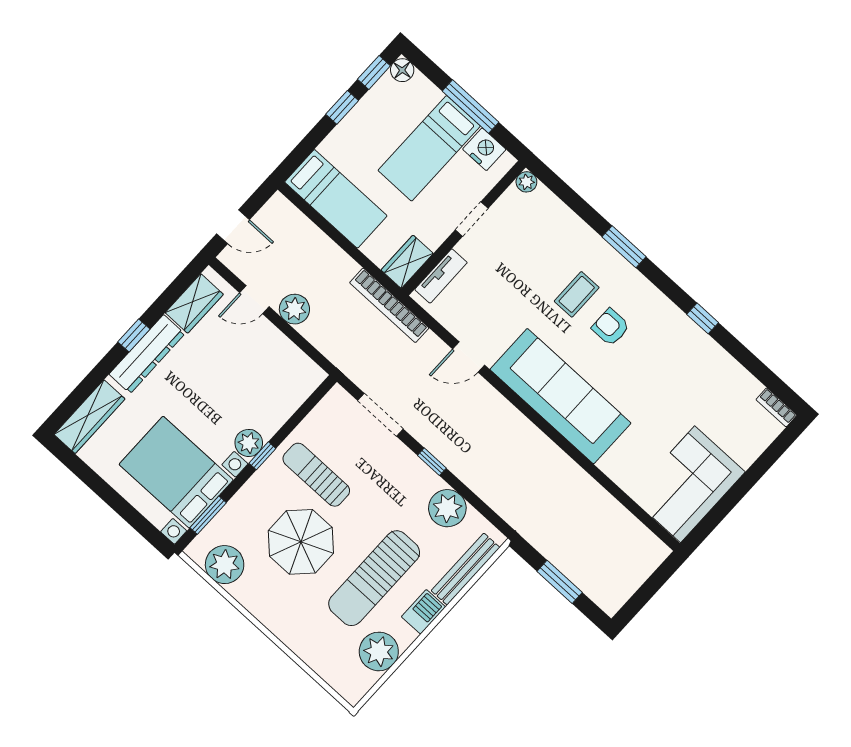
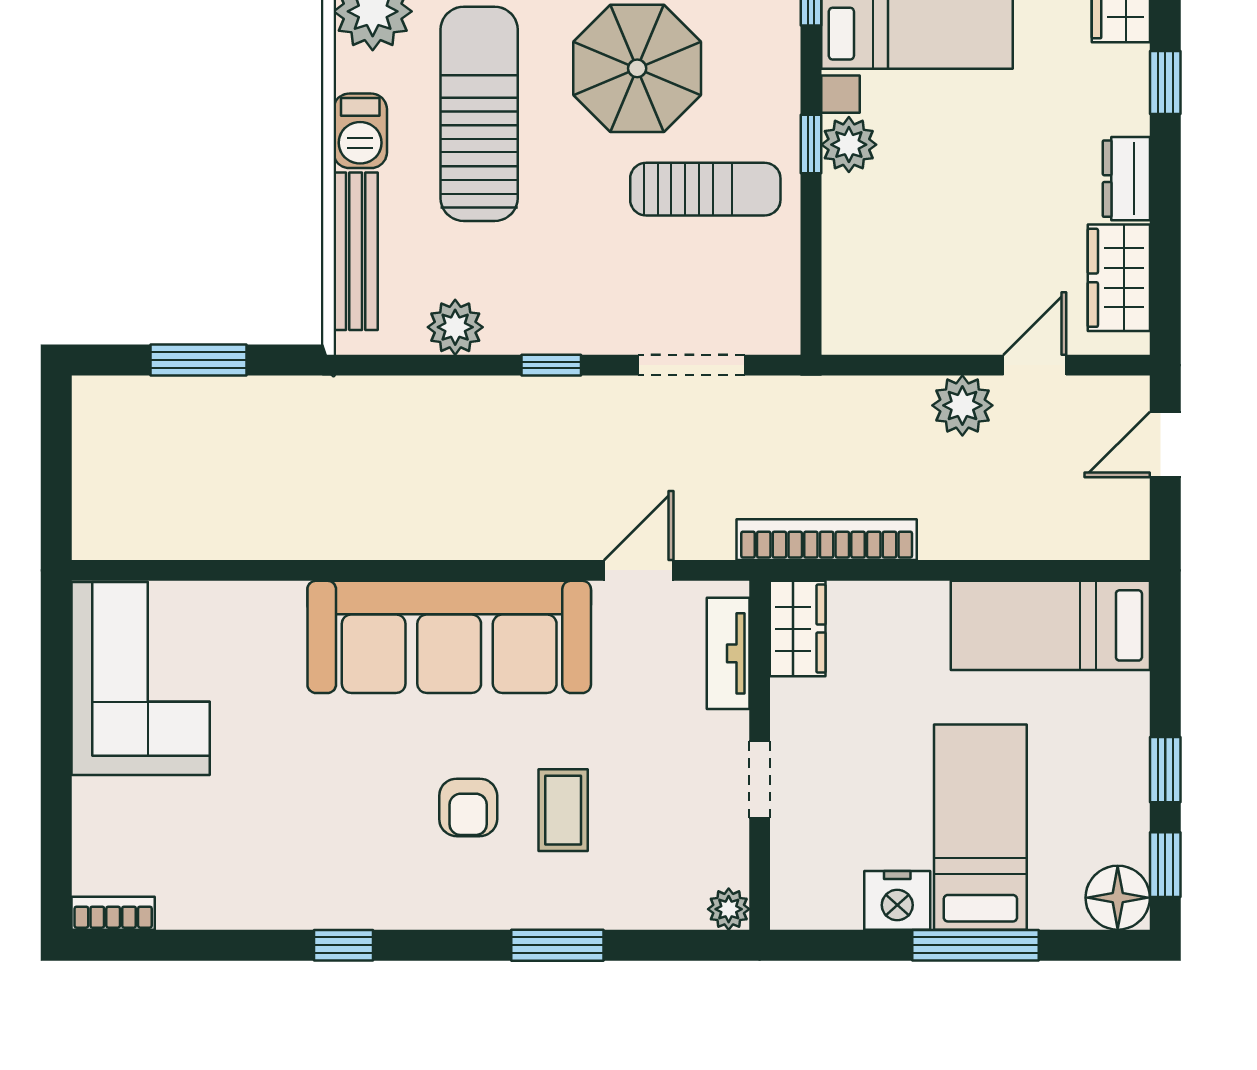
floor lamp: (402, 70) -> (1118, 898), width x1.38, depth x1.38
plant: (526, 182) -> (729, 909), moved
doorway: (472, 219) -> (760, 780), moved
wall: (464, 228) -> (760, 755), moved
wardrobe: (407, 262) -> (798, 629), moved
tv unit: (441, 276) -> (728, 653), moved
armchair: (611, 327) -> (468, 807), turned 90
window: (134, 335) -> (1165, 83), moved
dresser: (147, 354) -> (1126, 179), width x0.51, depth x0.80
plant: (447, 508) -> (455, 327), width x0.73, depth x0.73

